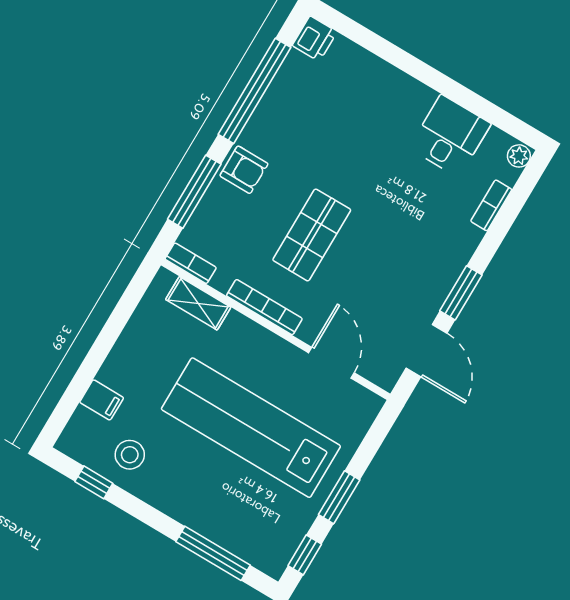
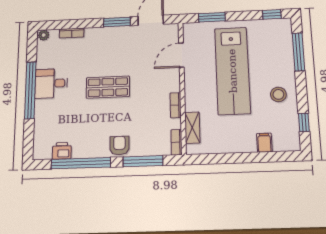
printer: (315, 39) -> (62, 151), moved
window: (433, 78) -> (30, 90), added
desk: (450, 136) -> (51, 83), moved
shop shelf: (312, 235) -> (108, 87), moved
bookcase: (264, 307) -> (176, 105), width x0.64
stool: (130, 455) -> (278, 94), moved
window: (339, 497) -> (212, 17), moved

